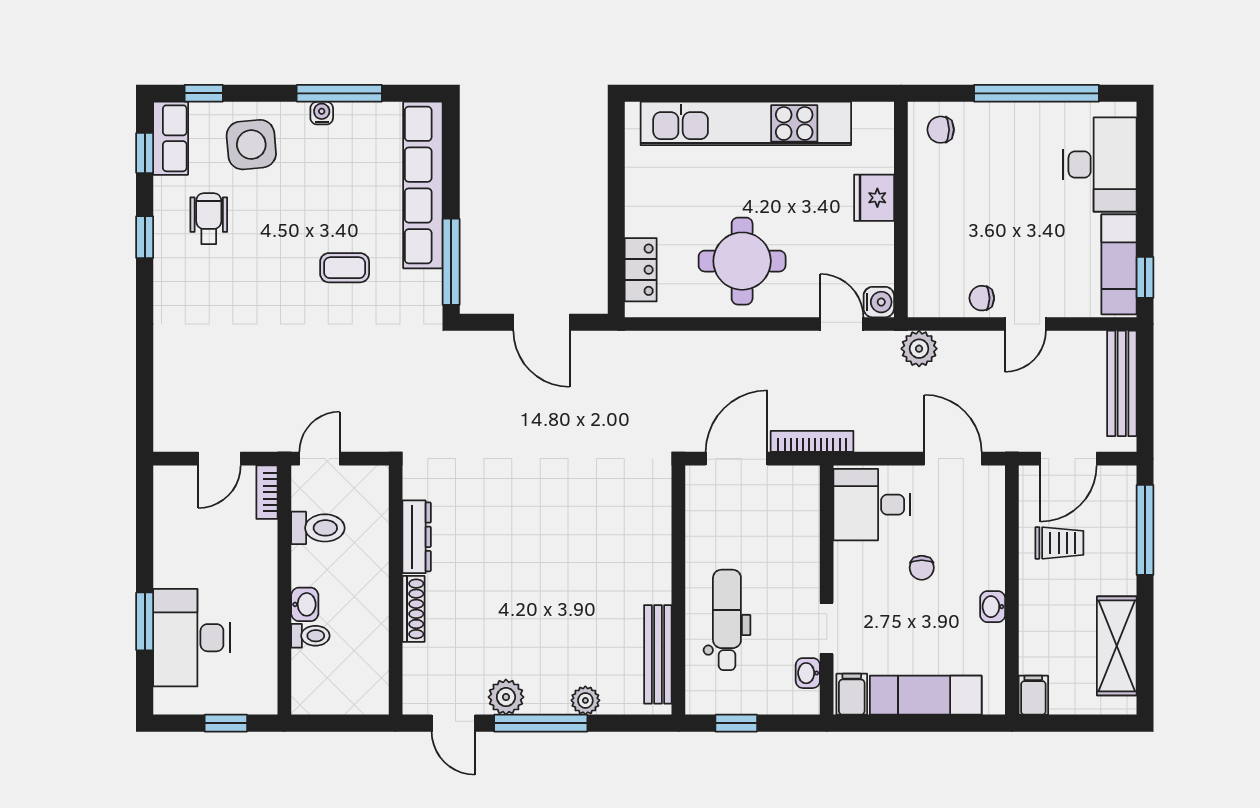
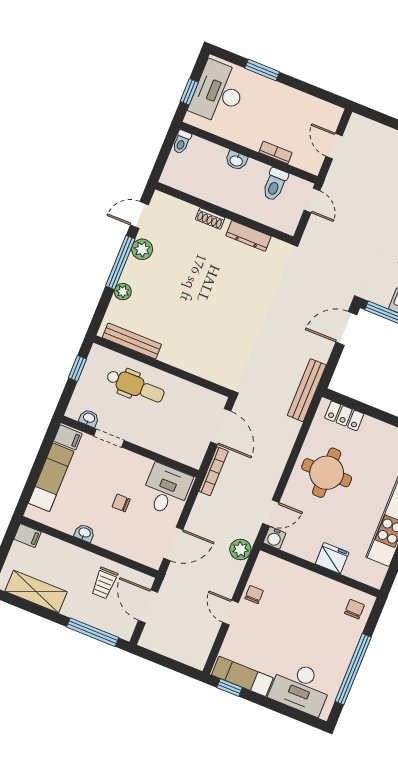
door: (542, 322) -> (346, 328), moved
bench: (1122, 383) -> (307, 390), moved, turned 90
bookcase: (267, 492) -> (275, 153), moved
shoe rack: (413, 609) -> (210, 218), width x0.70
toilet: (310, 636) -> (182, 142), moved
desk: (191, 638) -> (218, 92), moved, turned -90

